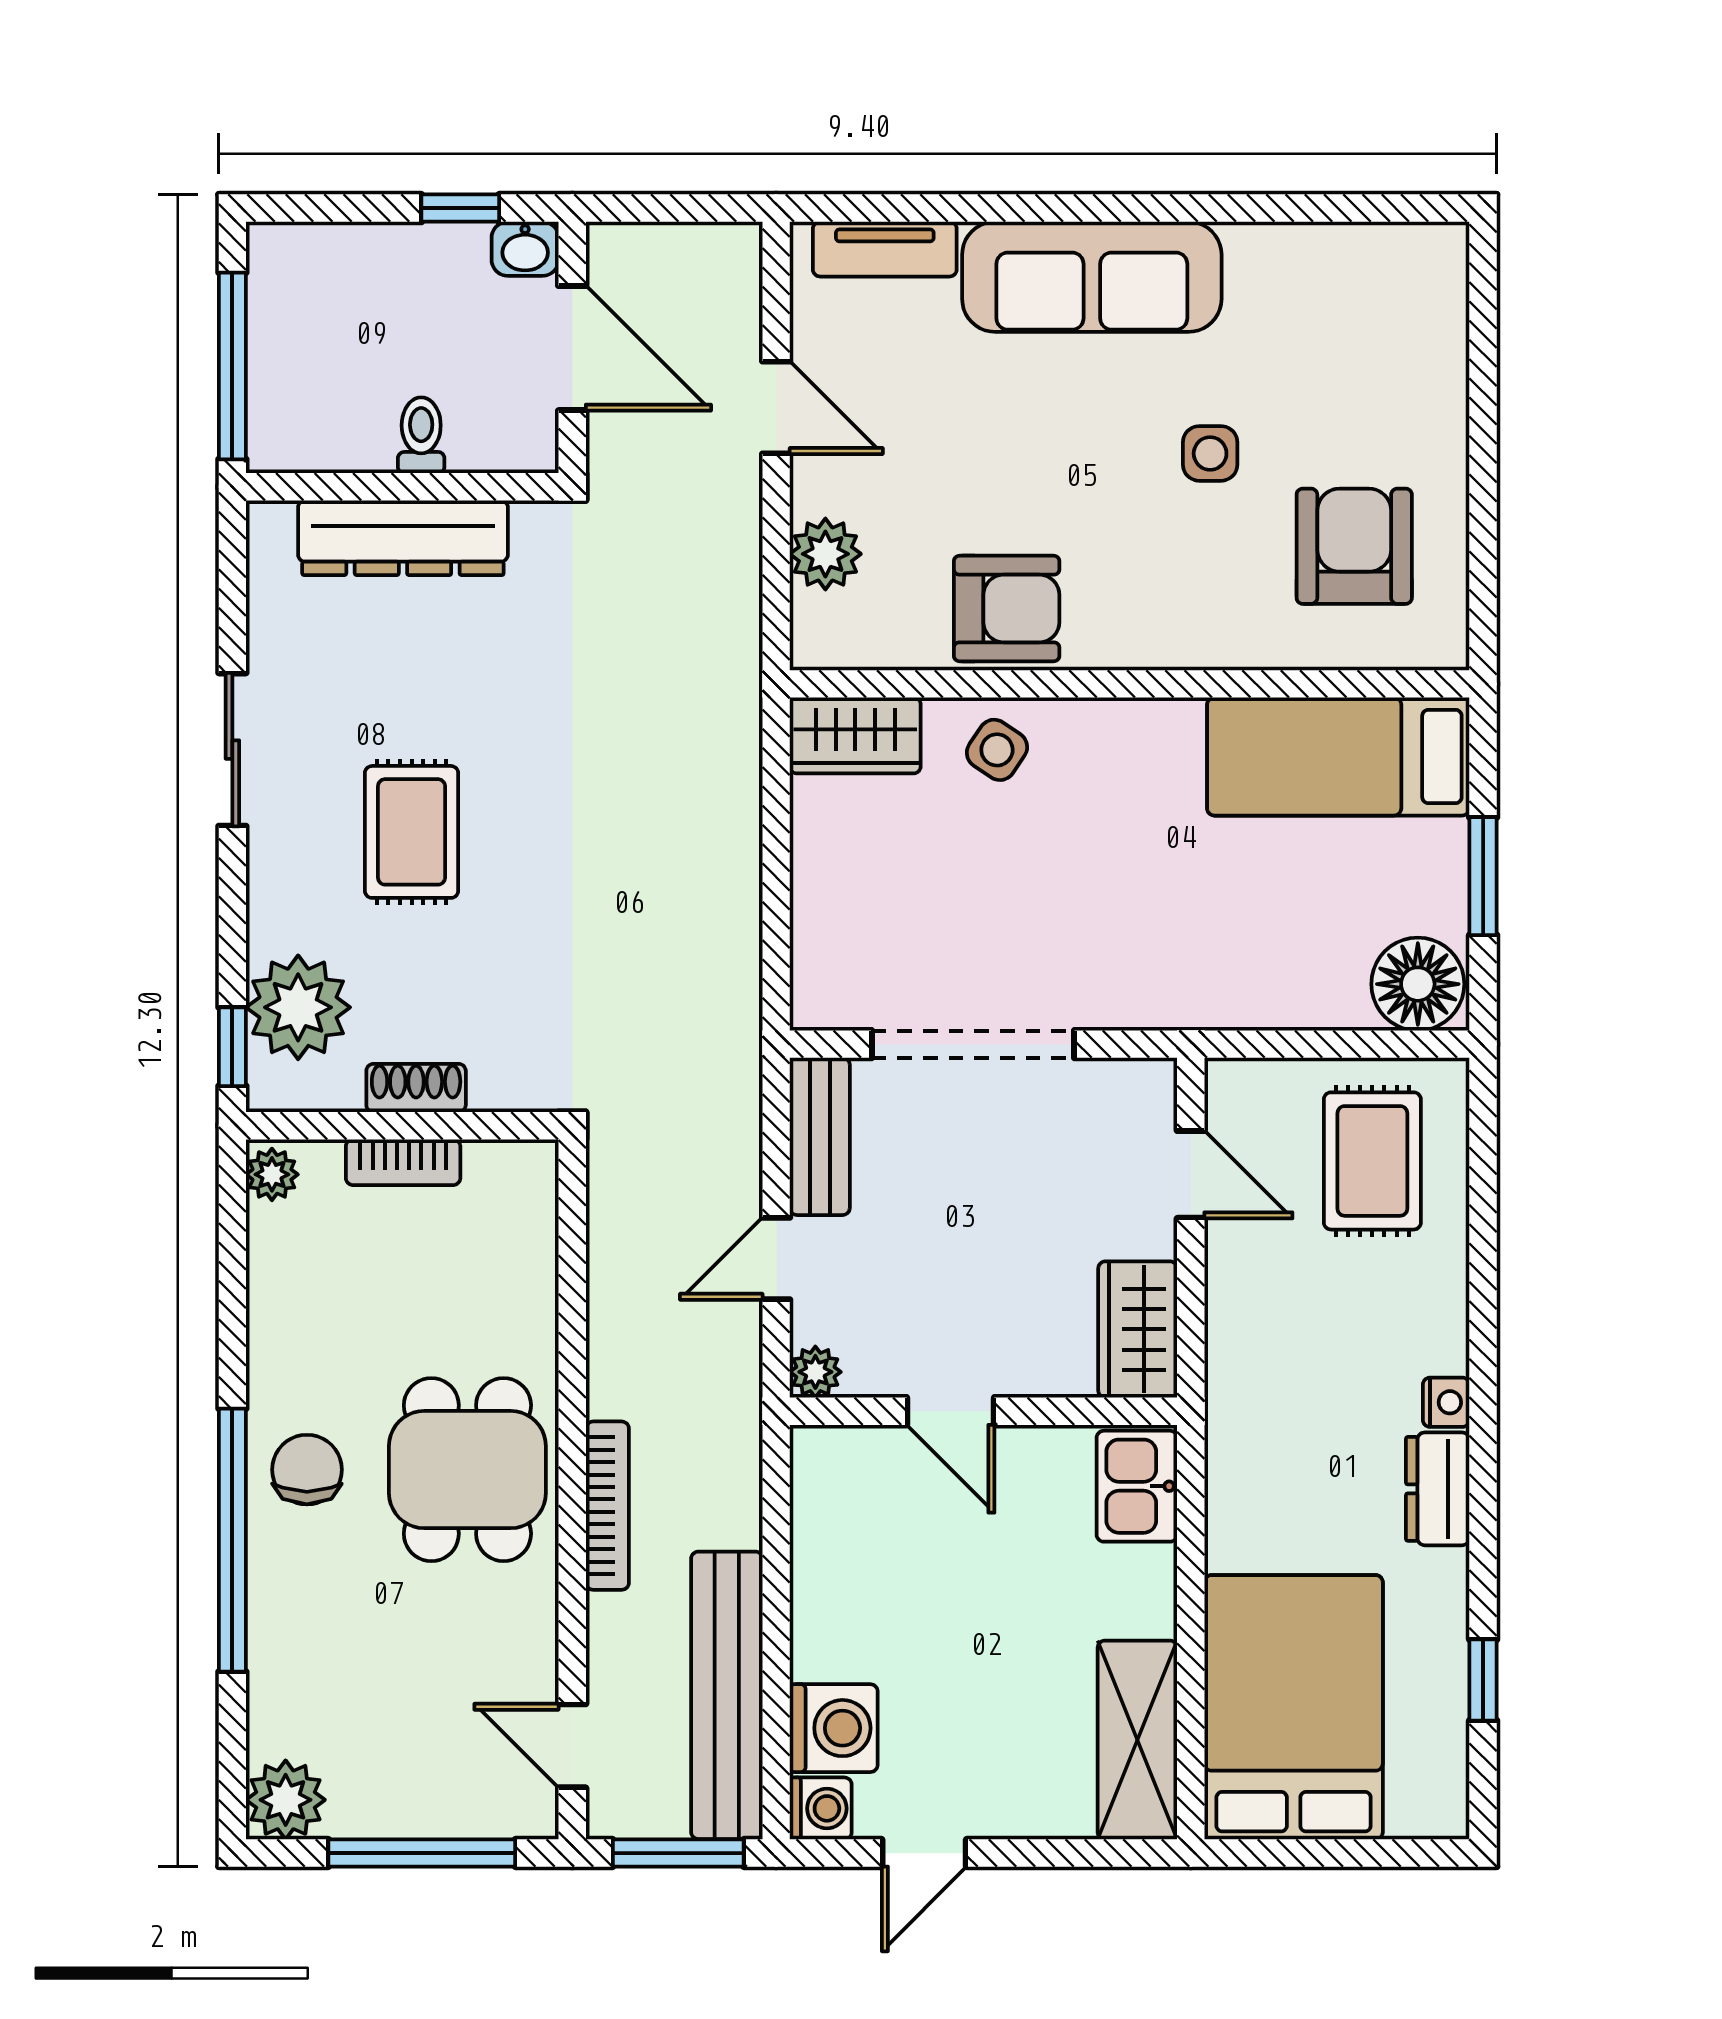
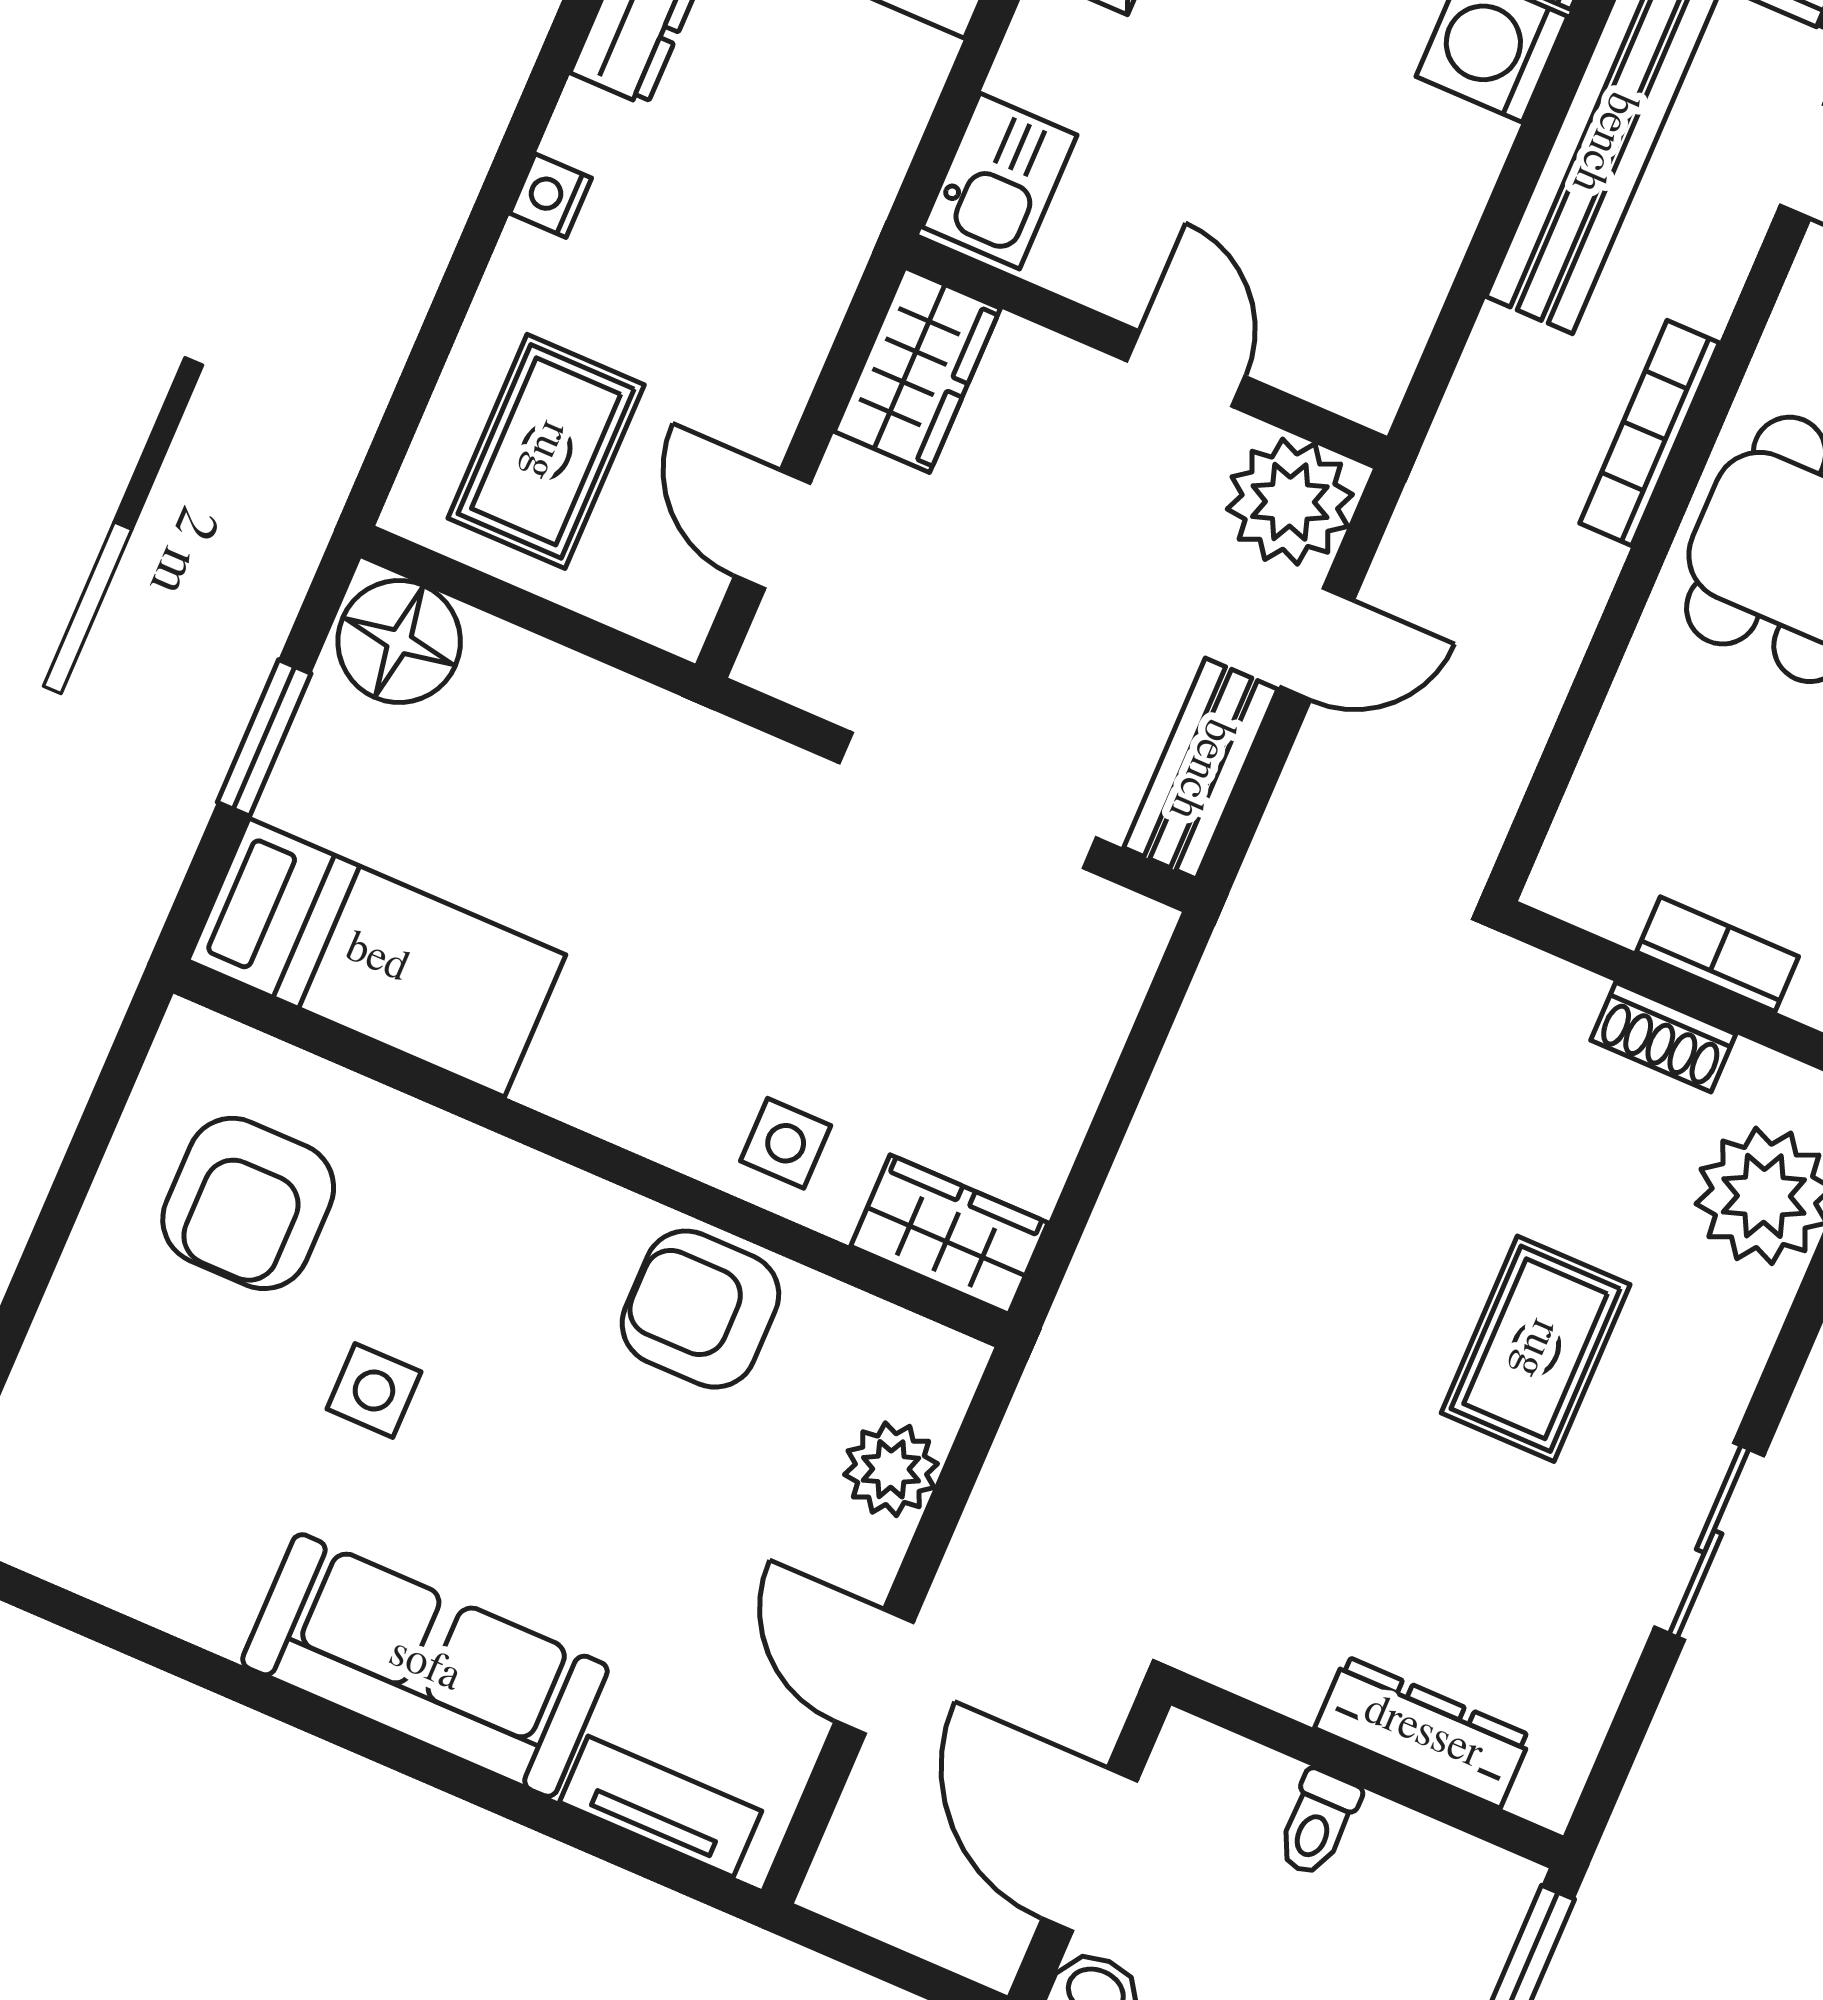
dresser: (403, 538) -> (1423, 1732), width x0.73, depth x0.80
side table: (997, 750) -> (786, 1143), turned -34
plant: (815, 1372) -> (1290, 502), width x1.88, depth x1.88
nightstand: (1446, 1402) -> (551, 196), moved

